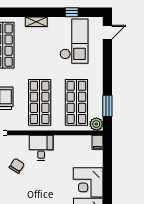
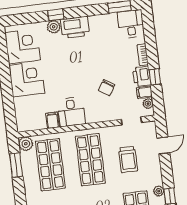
filing cabinet: (97, 142) -> (52, 120), moved
desk: (41, 148) -> (71, 112), moved

